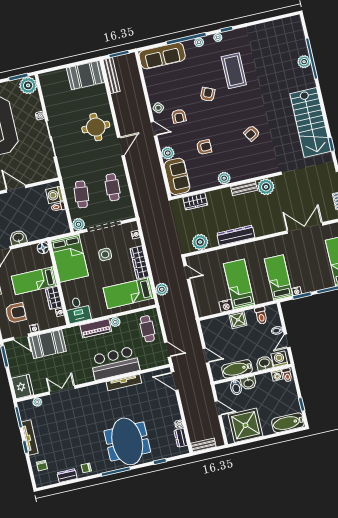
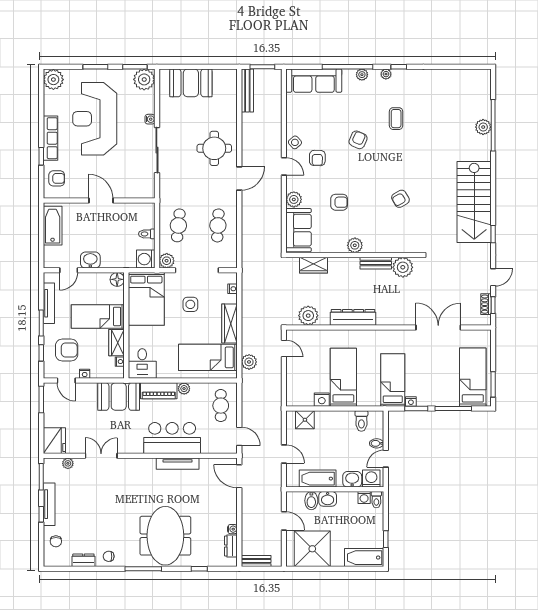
coffee table: (234, 71) -> (396, 119), width x0.54, depth x0.58
booth: (86, 75) -> (191, 83), moved
washing machine: (54, 195) -> (146, 259), moved
shower: (238, 320) -> (305, 420), moved
booth: (48, 344) -> (119, 397), moved

